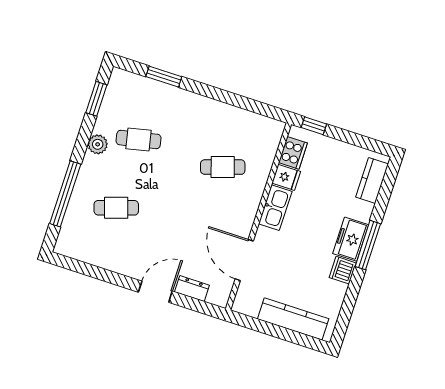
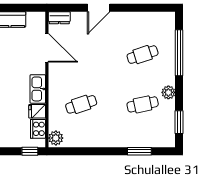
plant: (273, 132) -> (56, 138), added
dresser: (192, 289) -> (59, 18), moved

